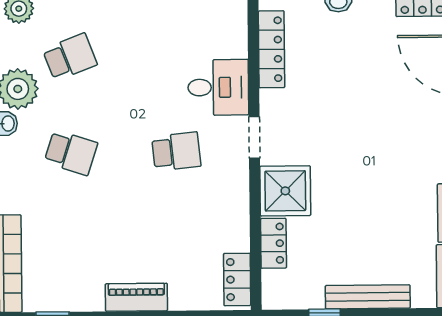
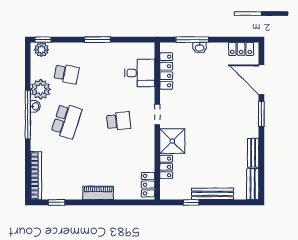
school desk: (70, 57) -> (66, 74), turned 33
desk: (218, 87) -> (140, 73), moved
school desk: (71, 153) -> (66, 121), width x1.85

